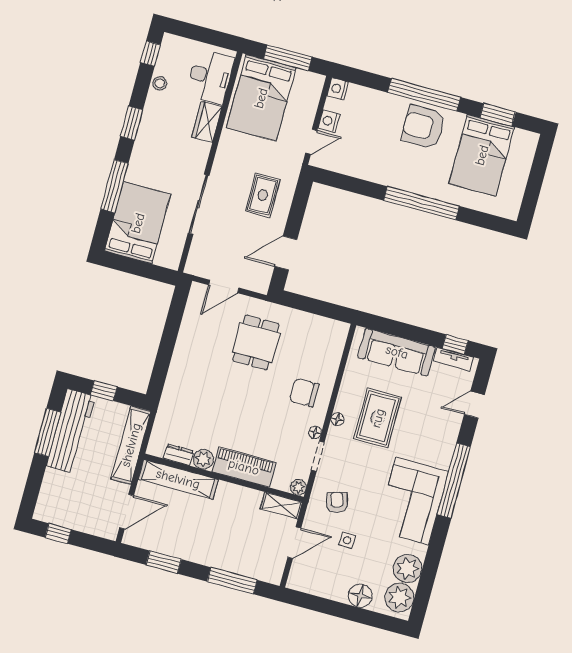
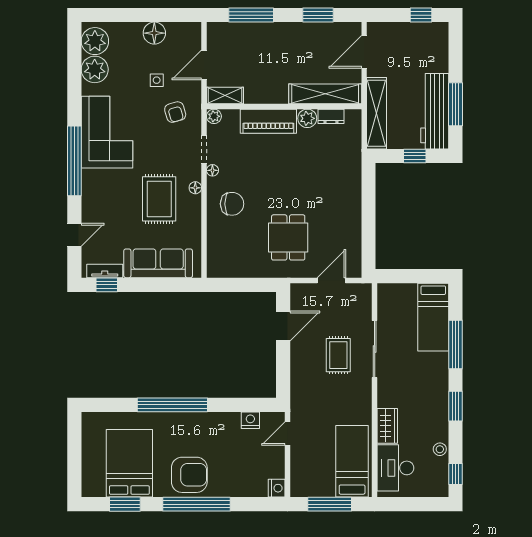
bed: (261, 98) -> (352, 461), width x0.67
nightstand: (329, 121) -> (250, 420), moved, turned -90
rug: (263, 195) -> (338, 355), moved
bed: (138, 223) -> (433, 317), width x0.67
floor lamp: (360, 596) -> (154, 33), moved

